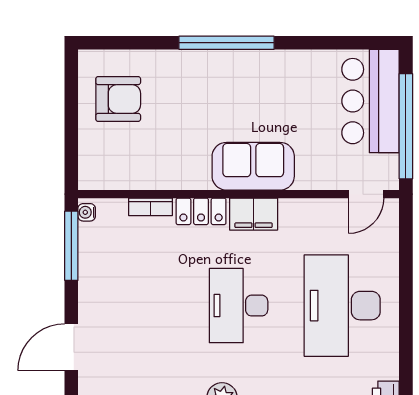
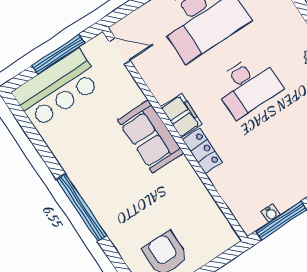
window: (406, 126) -> (58, 54), width x0.68
bookcase: (151, 207) -> (221, 186), removed
water cooler: (87, 212) -> (271, 213), moved

